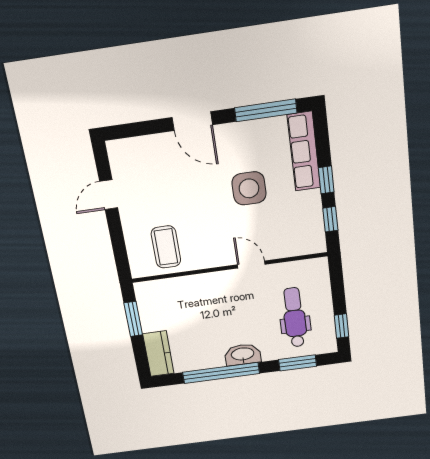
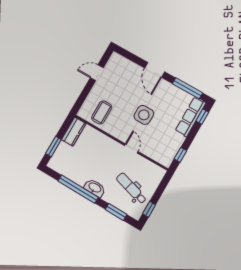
window: (326, 180) -> (202, 117), moved
side table: (249, 188) -> (144, 115), moved
dental chair: (295, 317) -> (131, 188), turned -74
window: (133, 319) -> (53, 147), moved
kitchen counter: (158, 354) -> (74, 132), moved

